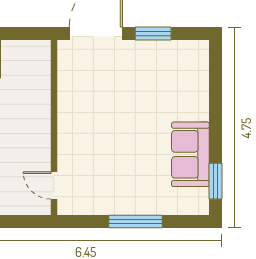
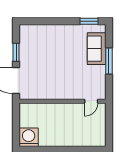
sofa: (190, 154) -> (97, 49), moved, turned 90

